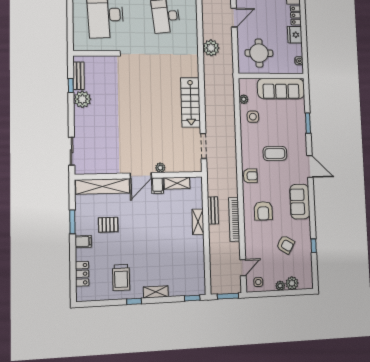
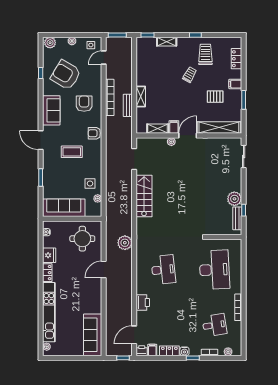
armchair: (285, 245) -> (66, 75), width x1.88, depth x1.88
trolley: (140, 251) -> (190, 75), added
plant: (292, 283) -> (50, 43), moved
shelving: (156, 292) -> (167, 42), moved

